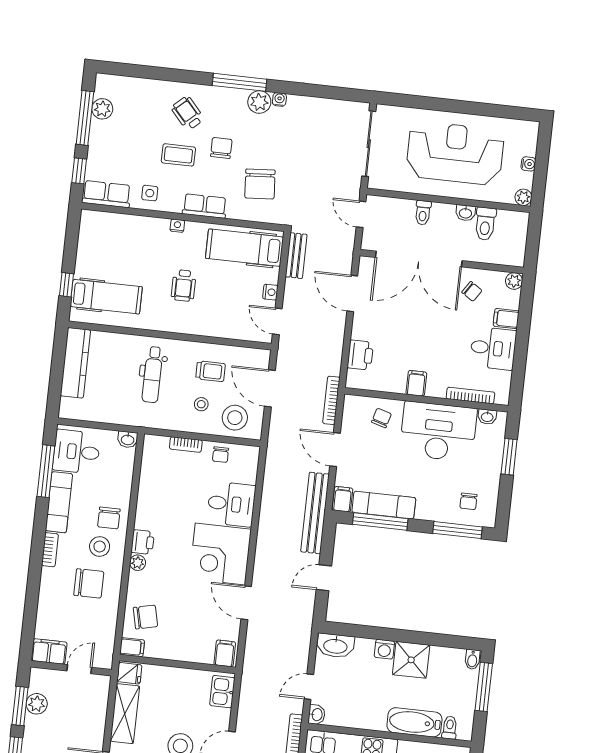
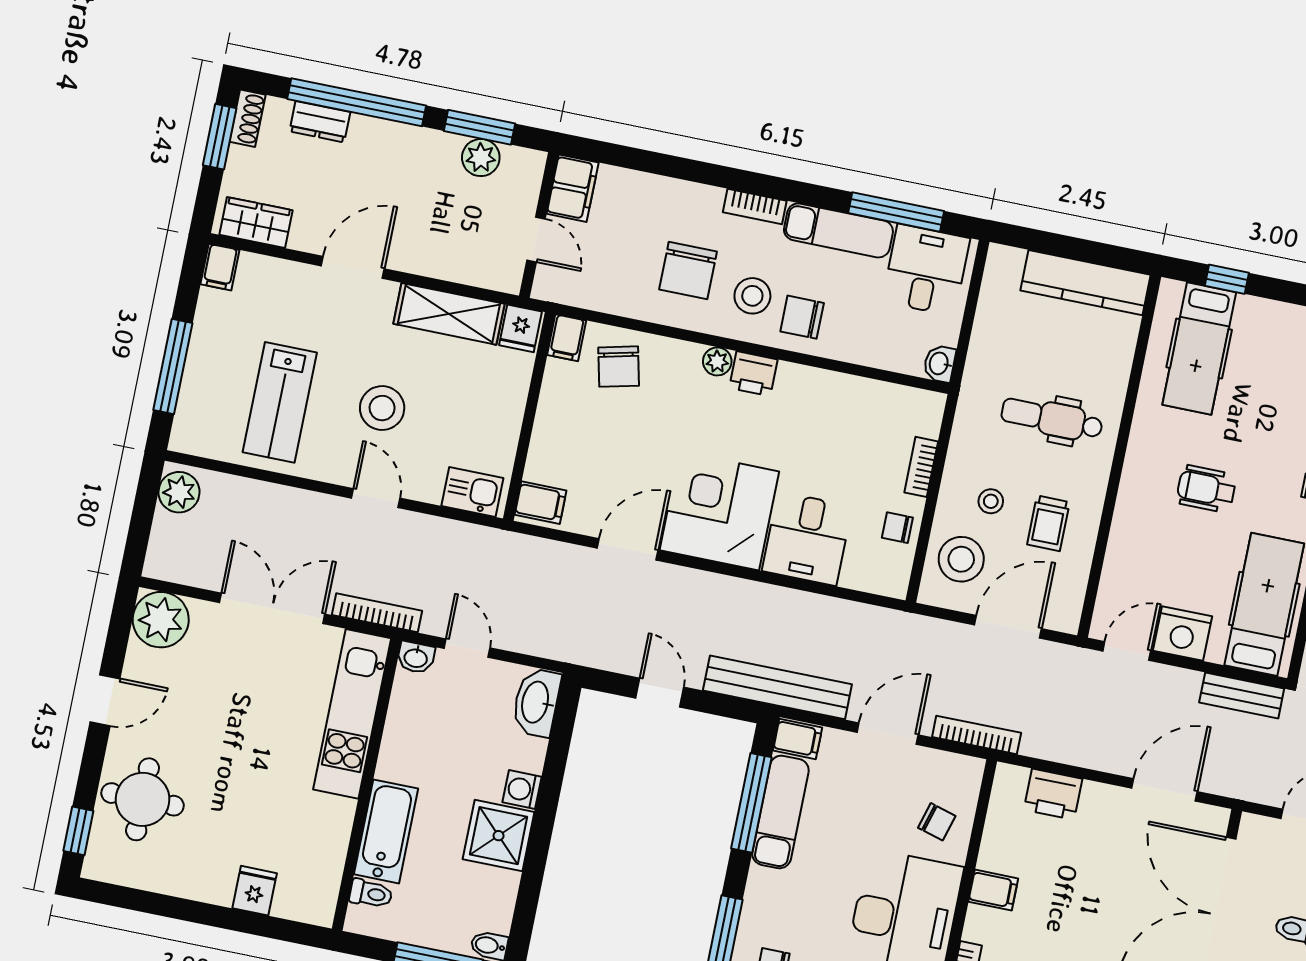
nightstand: (270, 292) -> (1182, 633), width x1.89, depth x1.79

